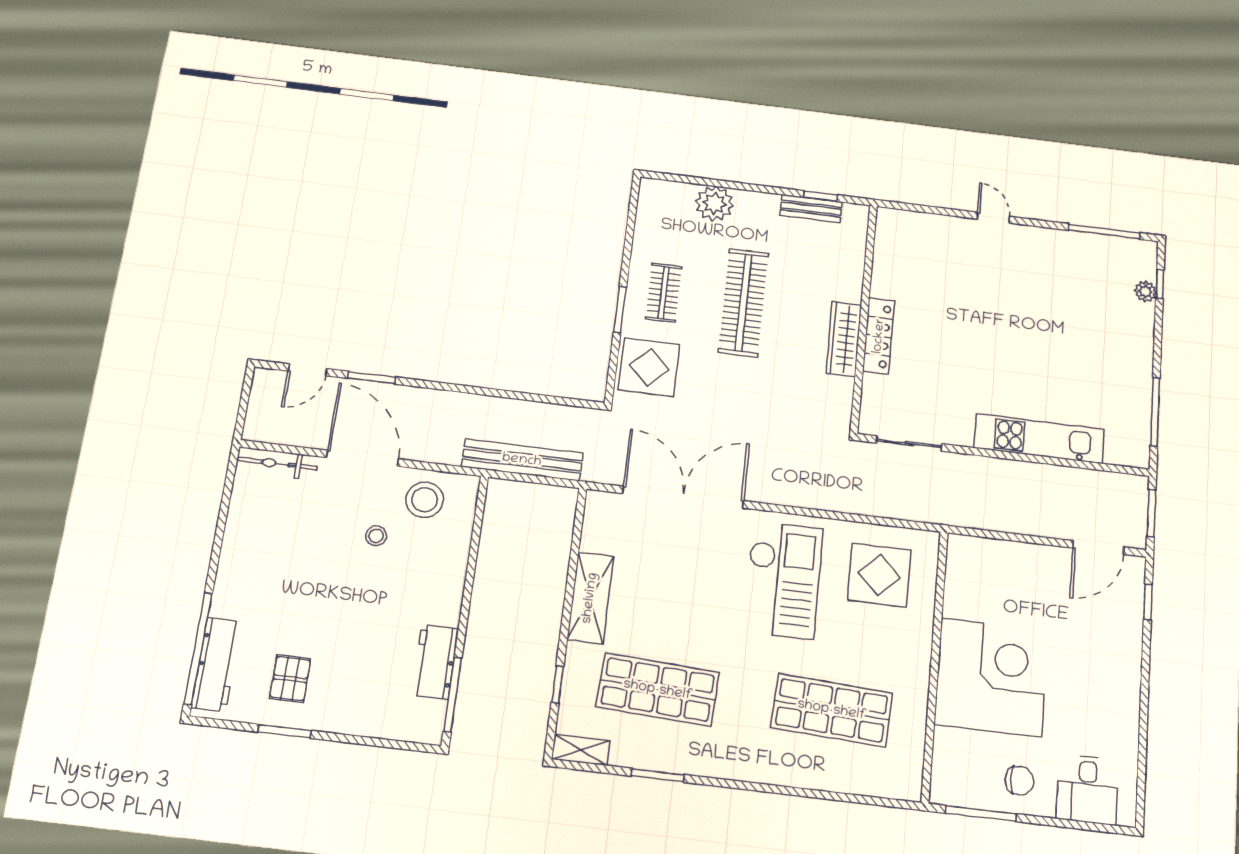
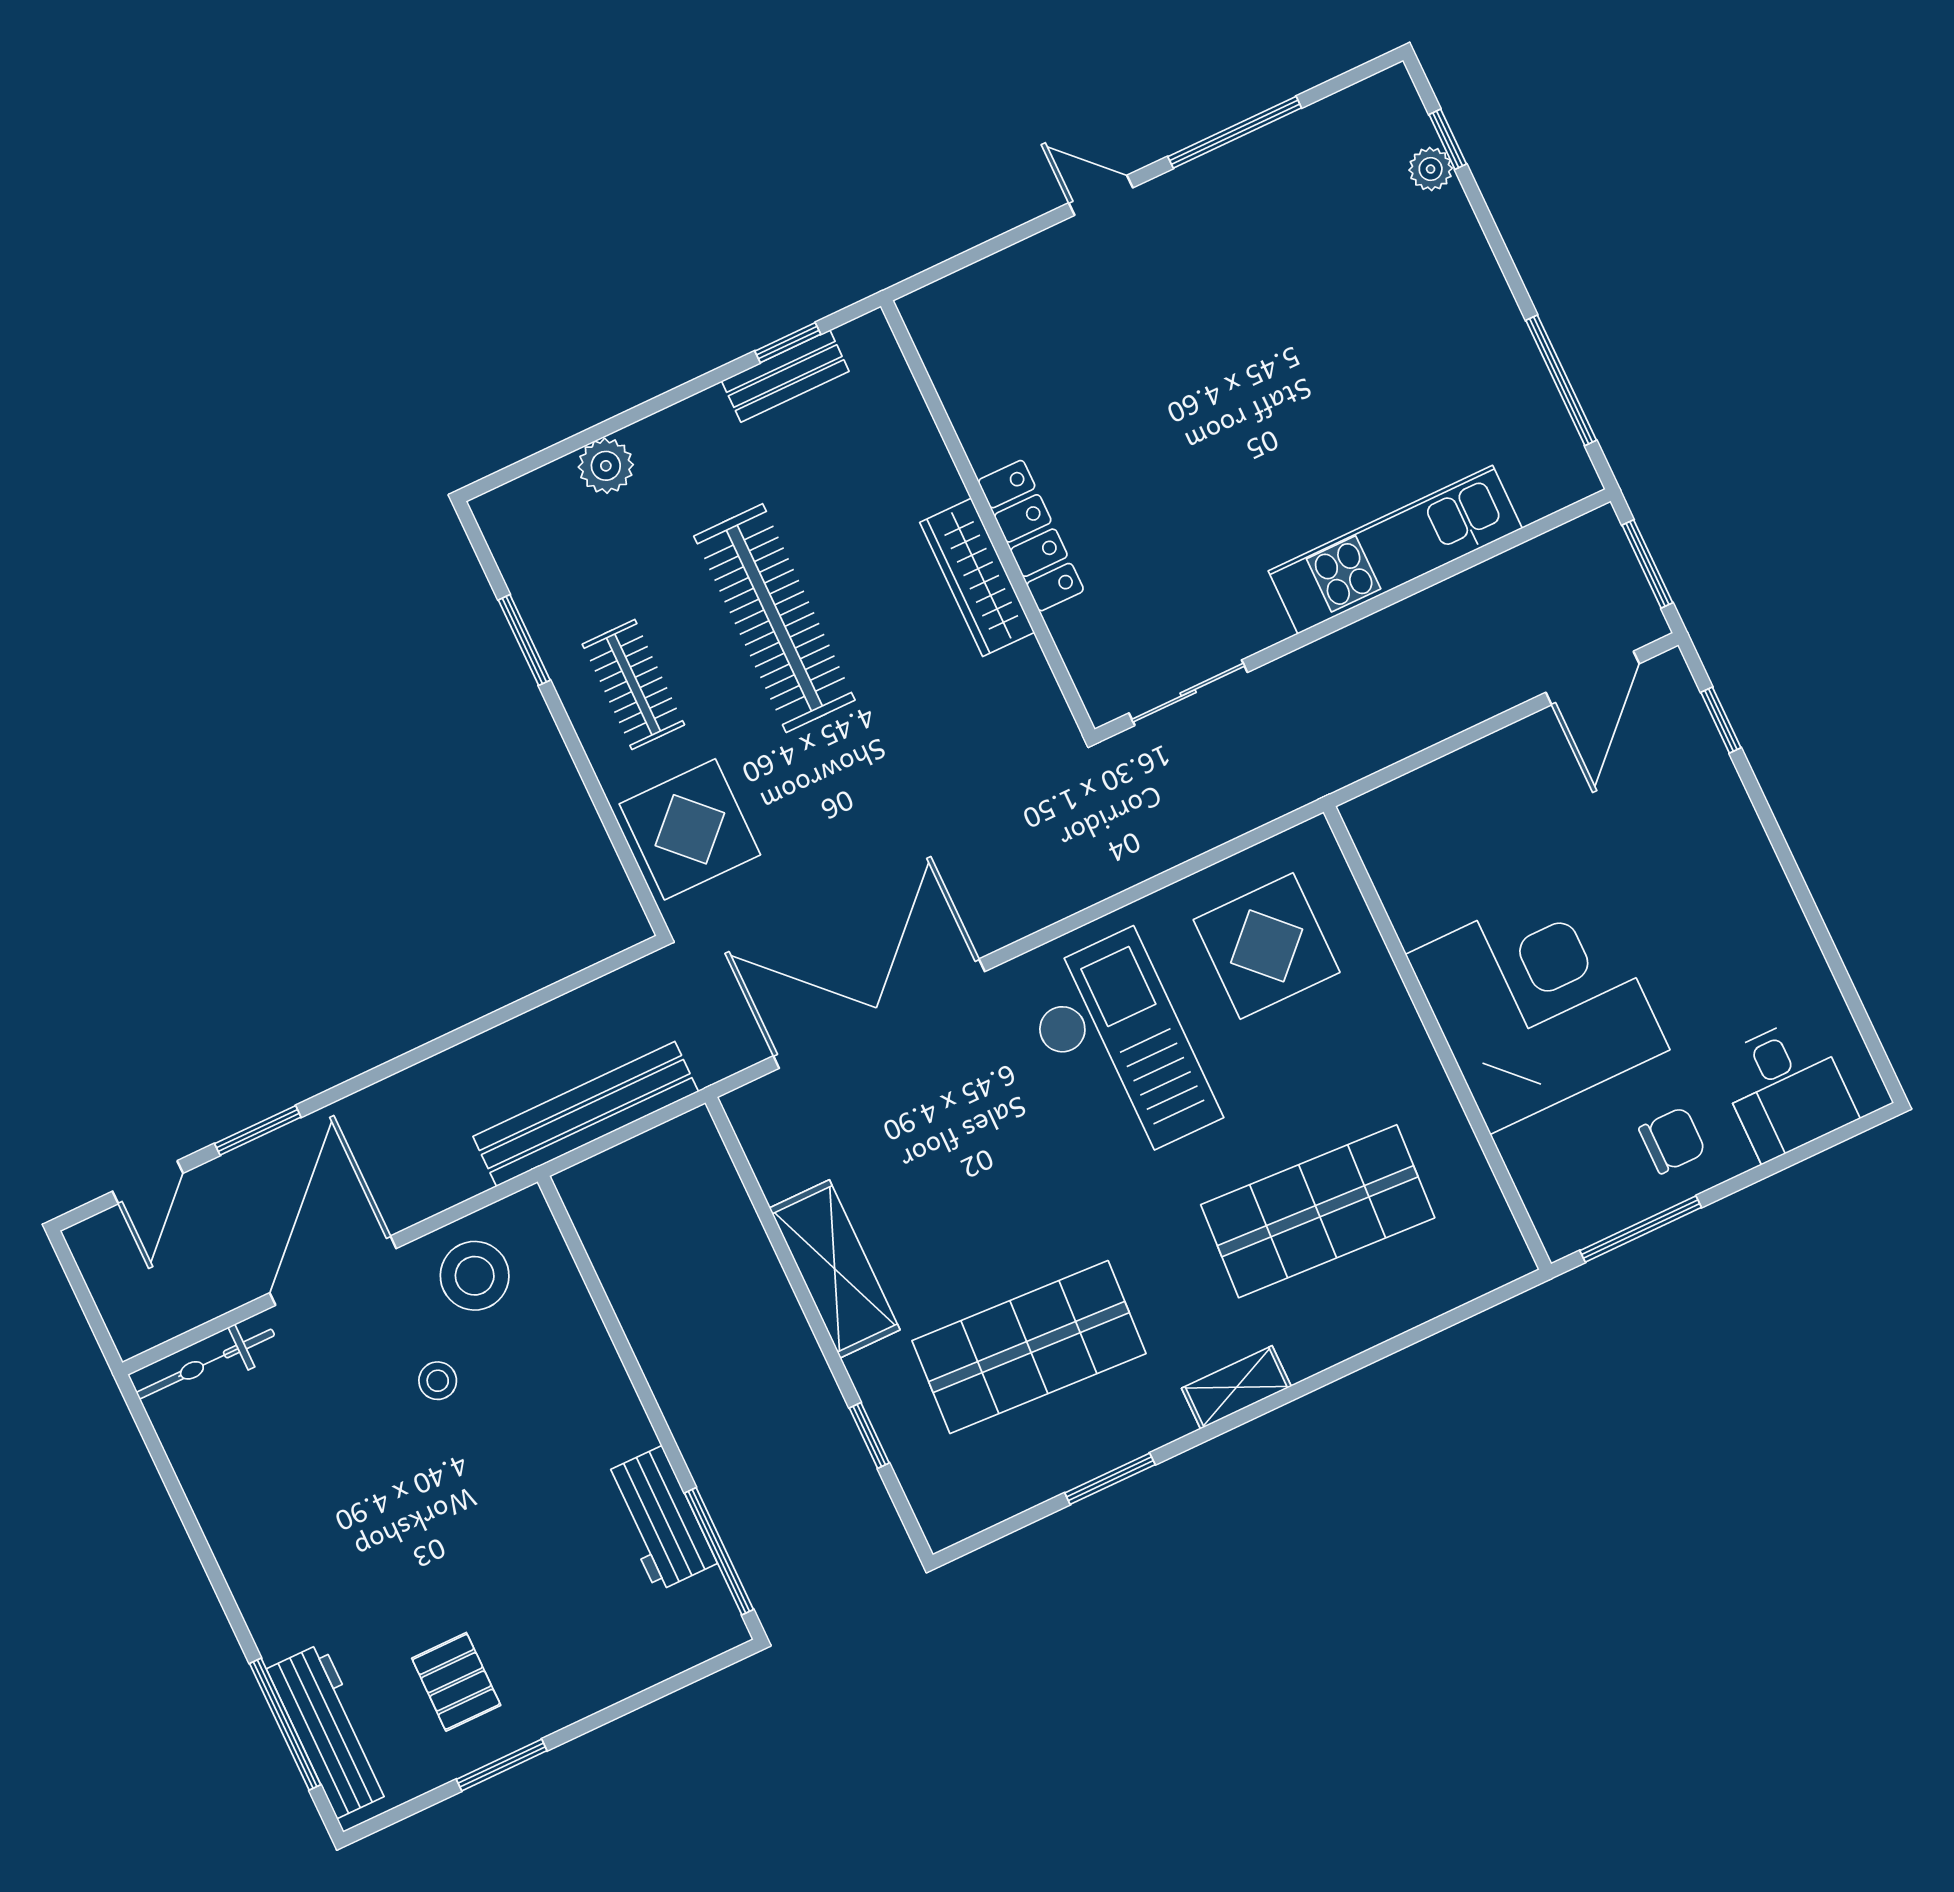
plant: (714, 203) -> (606, 466), width x0.73, depth x0.73
window: (1104, 232) -> (1235, 132), moved
window: (620, 309) -> (524, 640), moved
door: (363, 458) -> (333, 1271), hinge flipped
window: (198, 648) -> (285, 1724), width x0.68
shelving: (581, 750) -> (1236, 1387), moved

